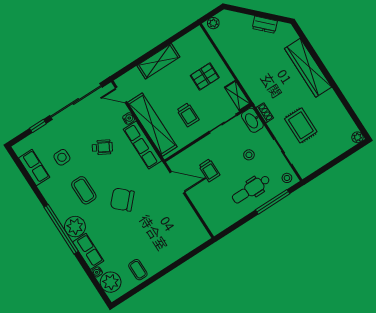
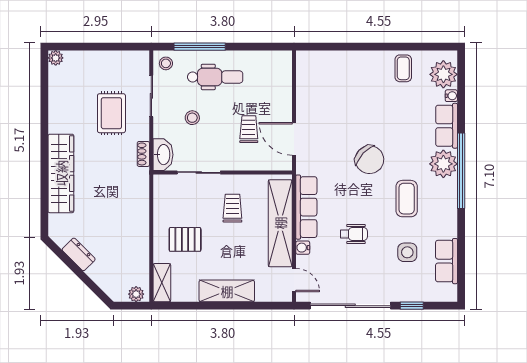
shelving: (237, 96) -> (162, 283), moved
wheelchair: (102, 147) -> (354, 234), turned 151

